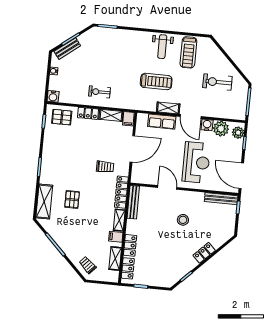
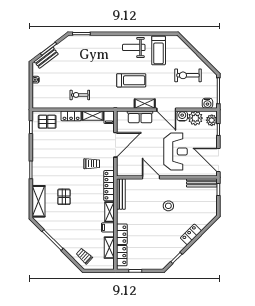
weight bench: (162, 47) -> (134, 47), turned 90
water cooler: (53, 96) -> (207, 103), moved

